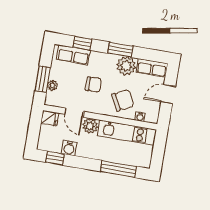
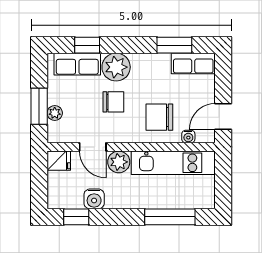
window: (120, 50) -> (174, 45), moved
plant: (126, 66) -> (116, 67), moved
door: (168, 94) -> (223, 116), moved
chair: (123, 100) -> (159, 117), turned -153

